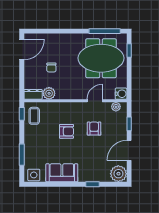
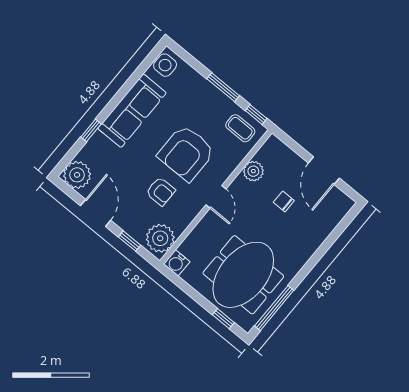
door: (22, 49) -> (324, 171), moved
dresser: (33, 94) -> (269, 150), removed
door: (95, 101) -> (216, 197), moved
plant: (116, 107) -> (160, 238), width x1.87, depth x1.87
armchair: (66, 131) -> (186, 153), width x1.88, depth x1.88
window: (22, 155) -> (223, 87), moved
sofa: (62, 173) -> (132, 111), width x1.36

